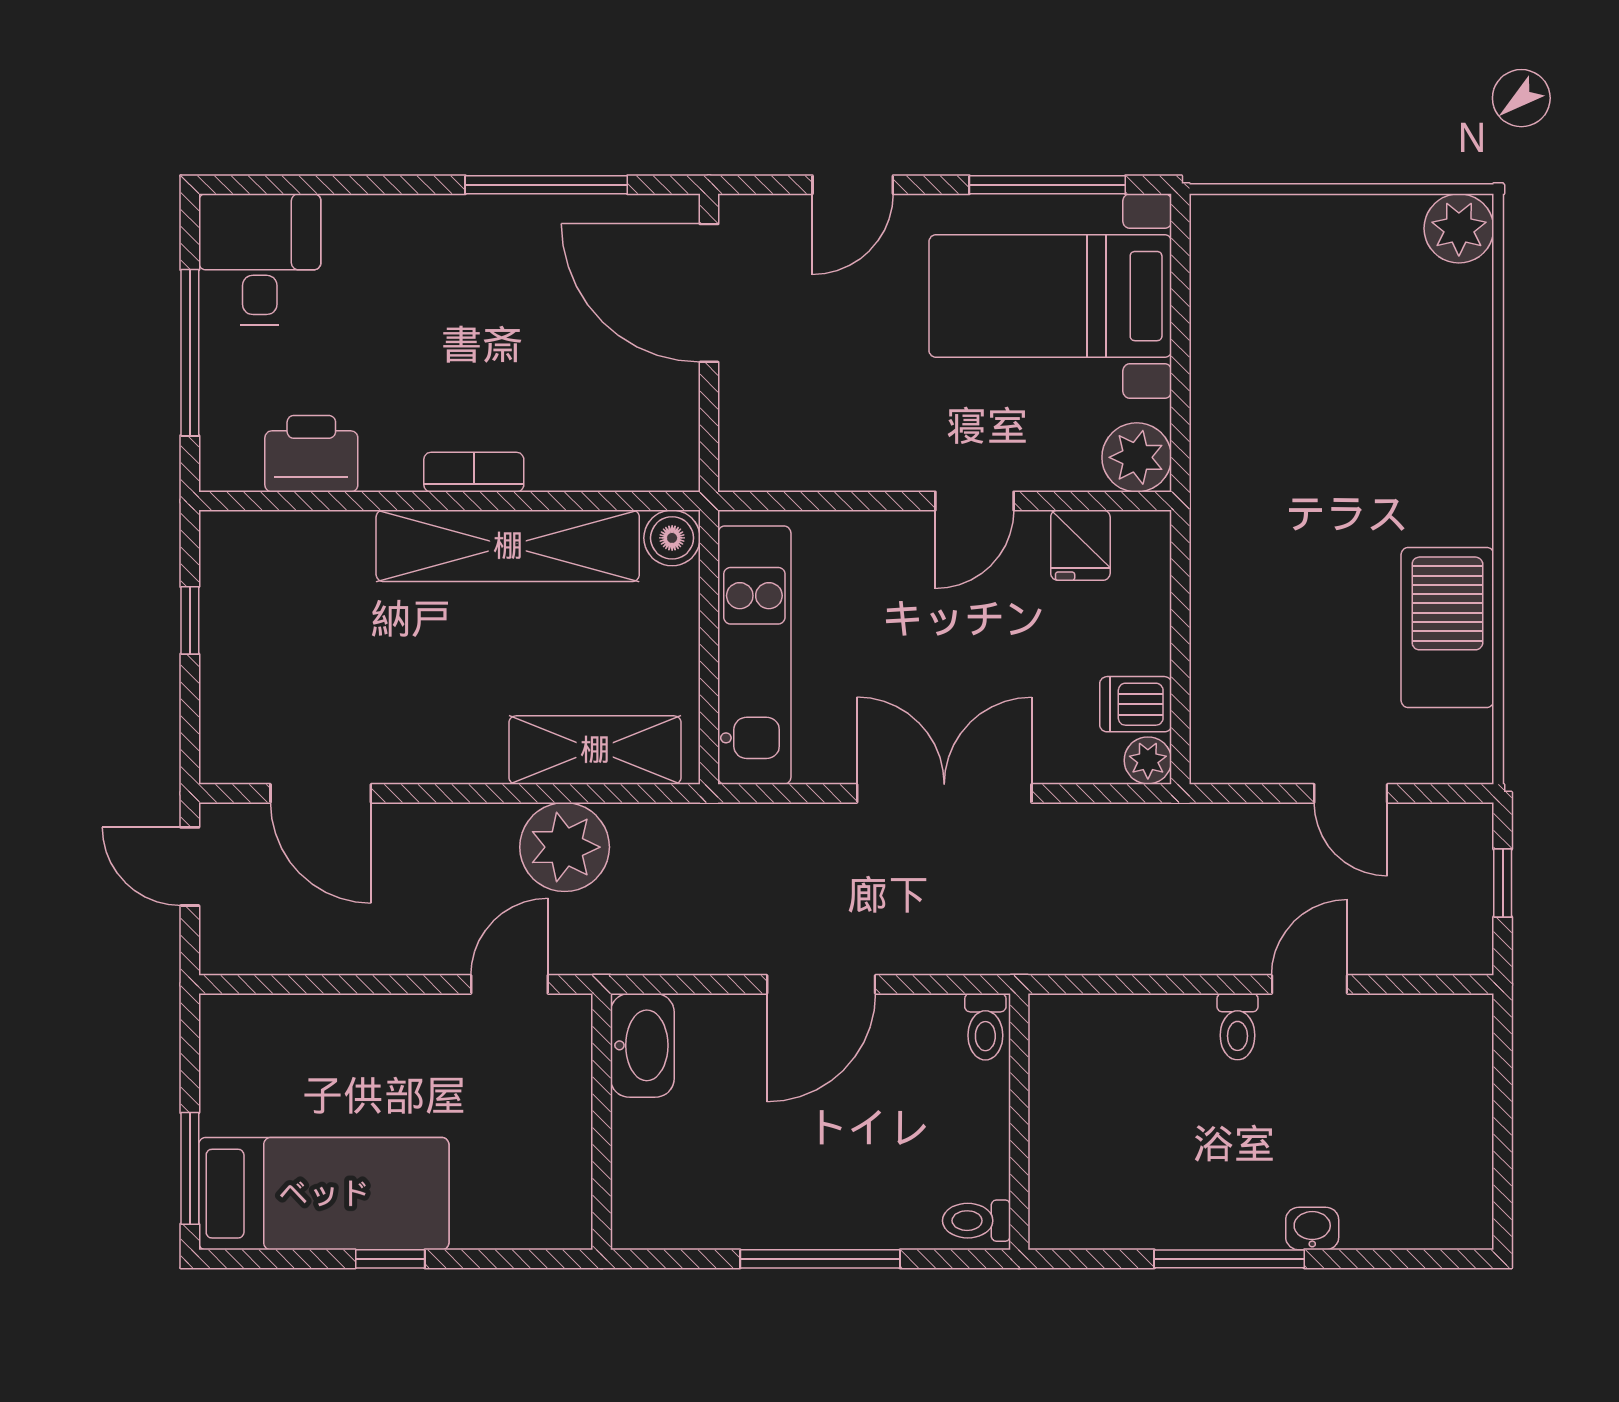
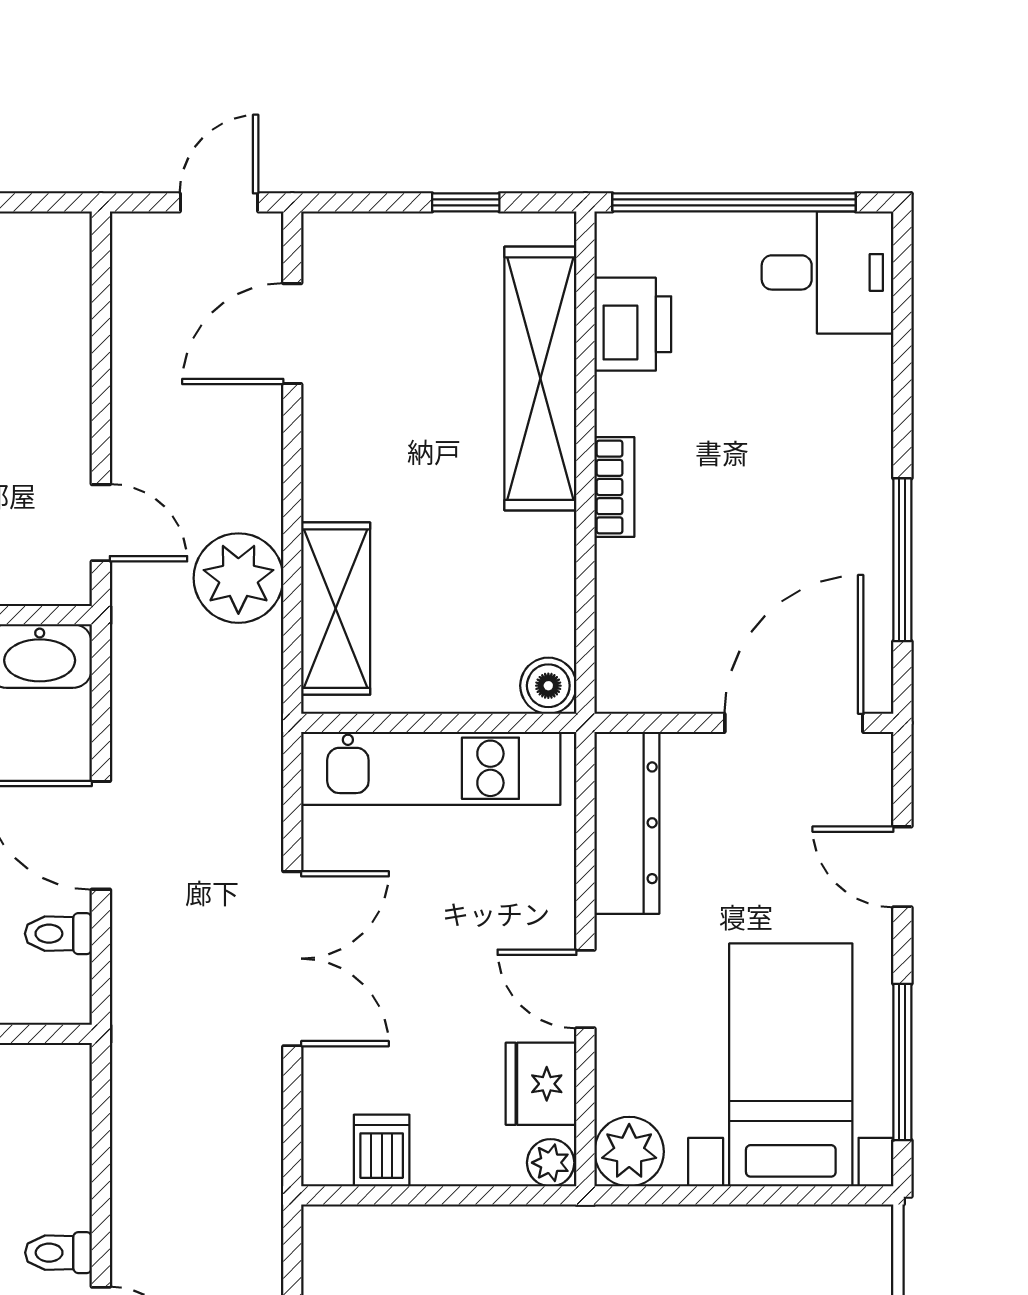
window: (190, 353) -> (734, 202), width x1.46
dresser: (809, 460) -> (627, 823), added
fridge: (1080, 545) -> (541, 1084), width x1.38
shelving: (508, 546) -> (540, 379), moved
plant: (1148, 760) -> (551, 1163), moved
toilet: (985, 1027) -> (58, 934), moved

